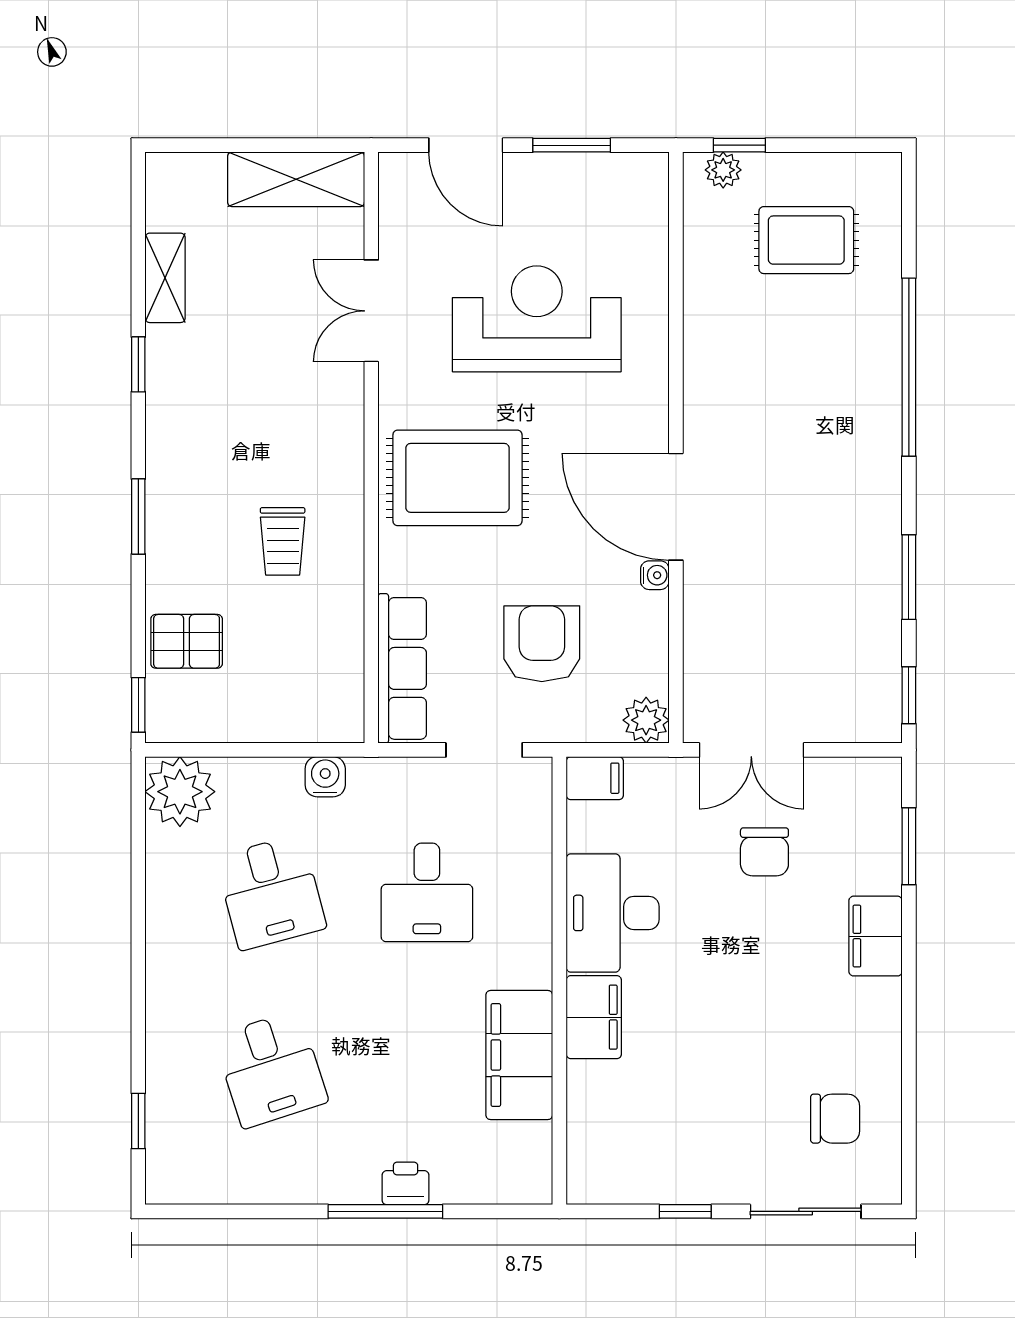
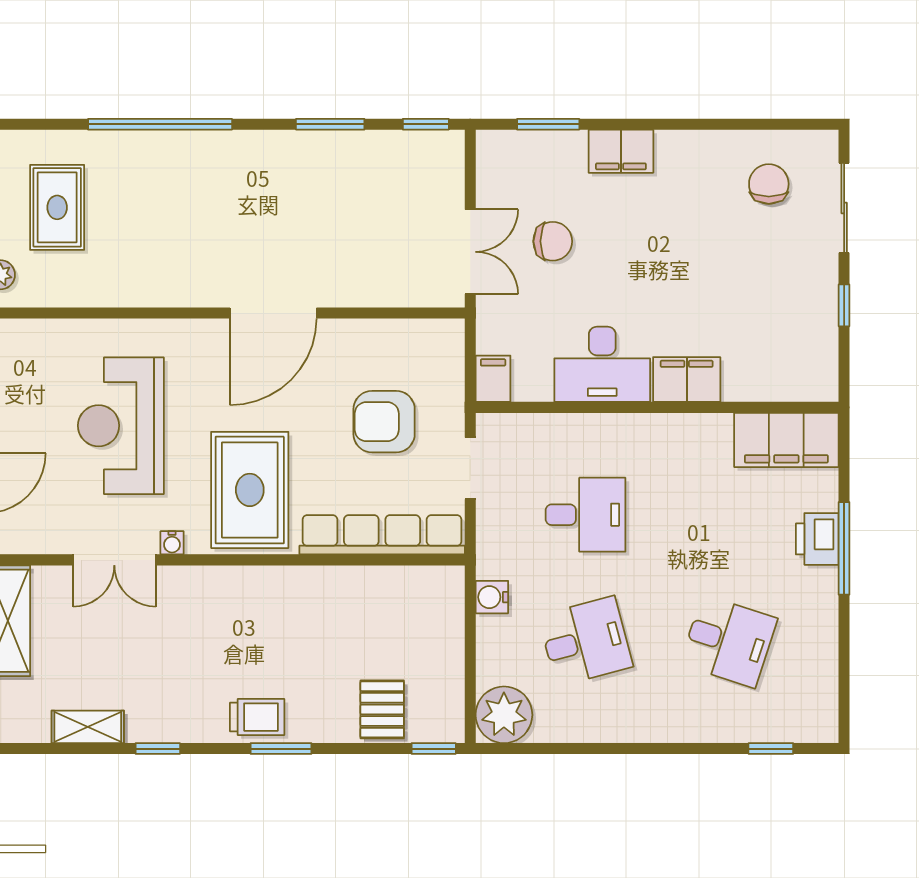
trolley: (283, 541) -> (257, 717), moved
water cooler: (655, 575) -> (172, 543), moved, turned 180
row of seats: (402, 668) -> (382, 535), width x1.36
plant: (646, 720) -> (446, 337), removed
filing cabinet: (519, 1055) -> (786, 440), moved
desk: (271, 1069) -> (729, 641), turned 36
printer: (406, 1183) -> (817, 539), width x1.36, depth x1.24

